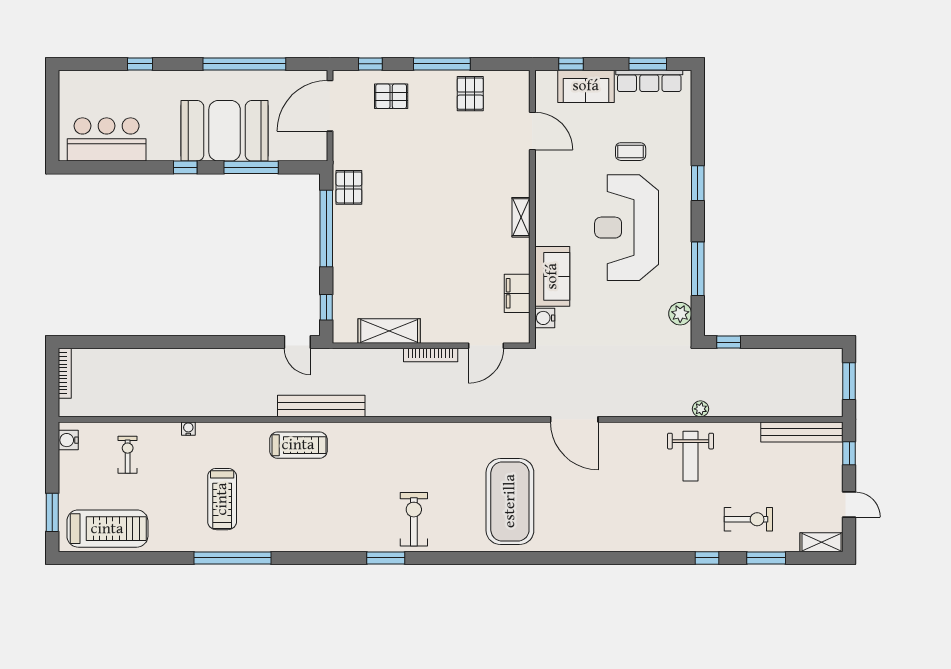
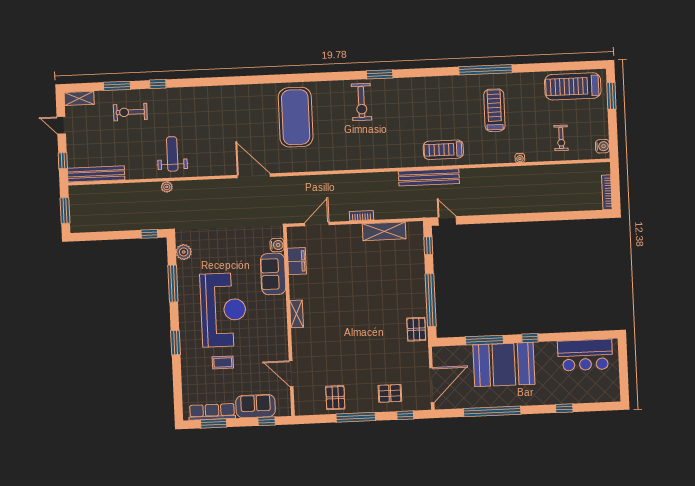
bookcase: (431, 355) -> (361, 216), width x0.64

